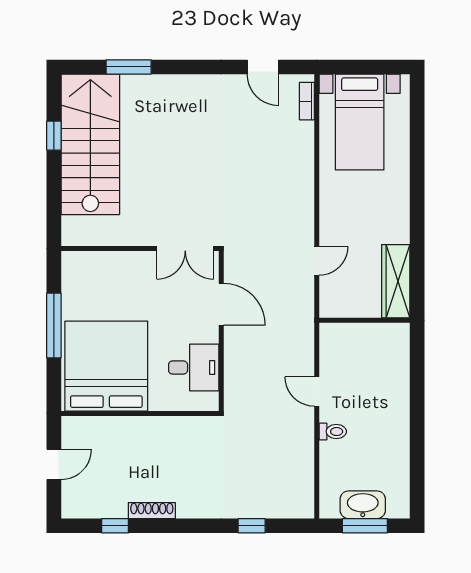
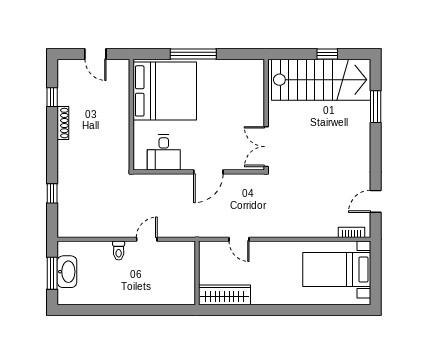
wall: (140, 249) -> (266, 115), moved
double door: (185, 249) -> (266, 147), moved

